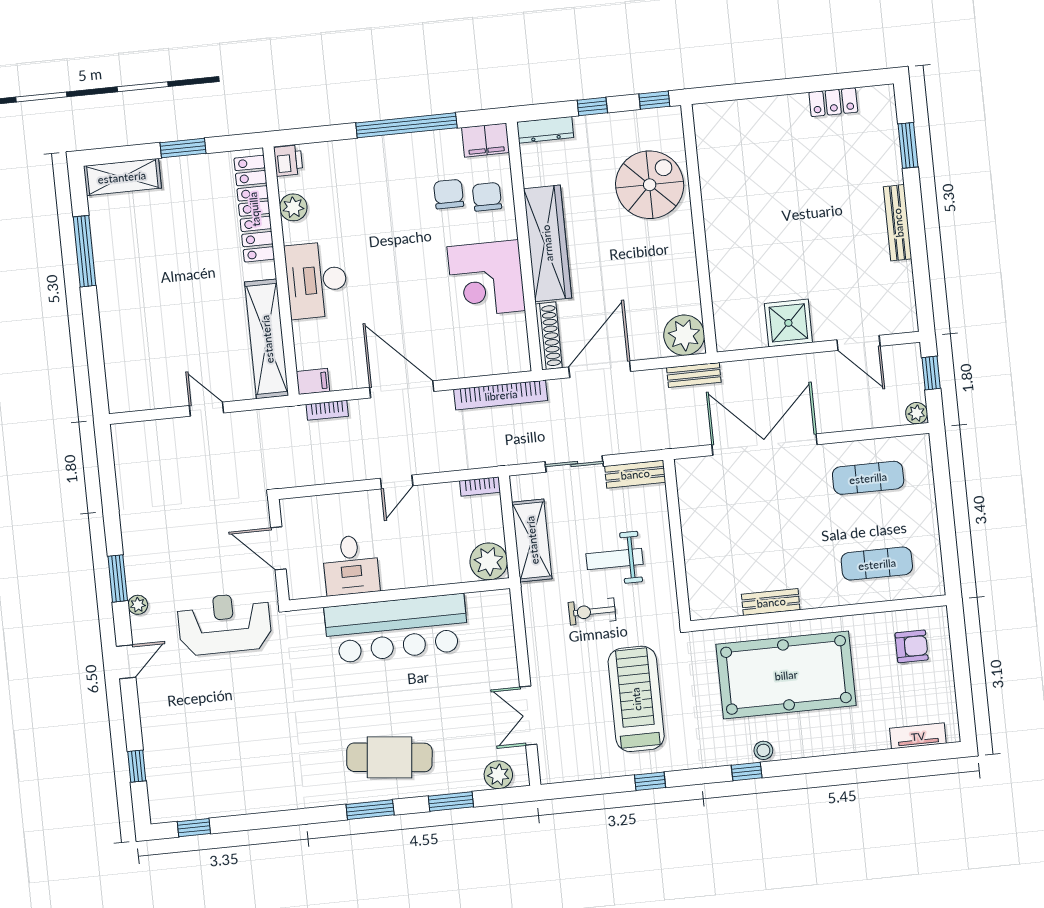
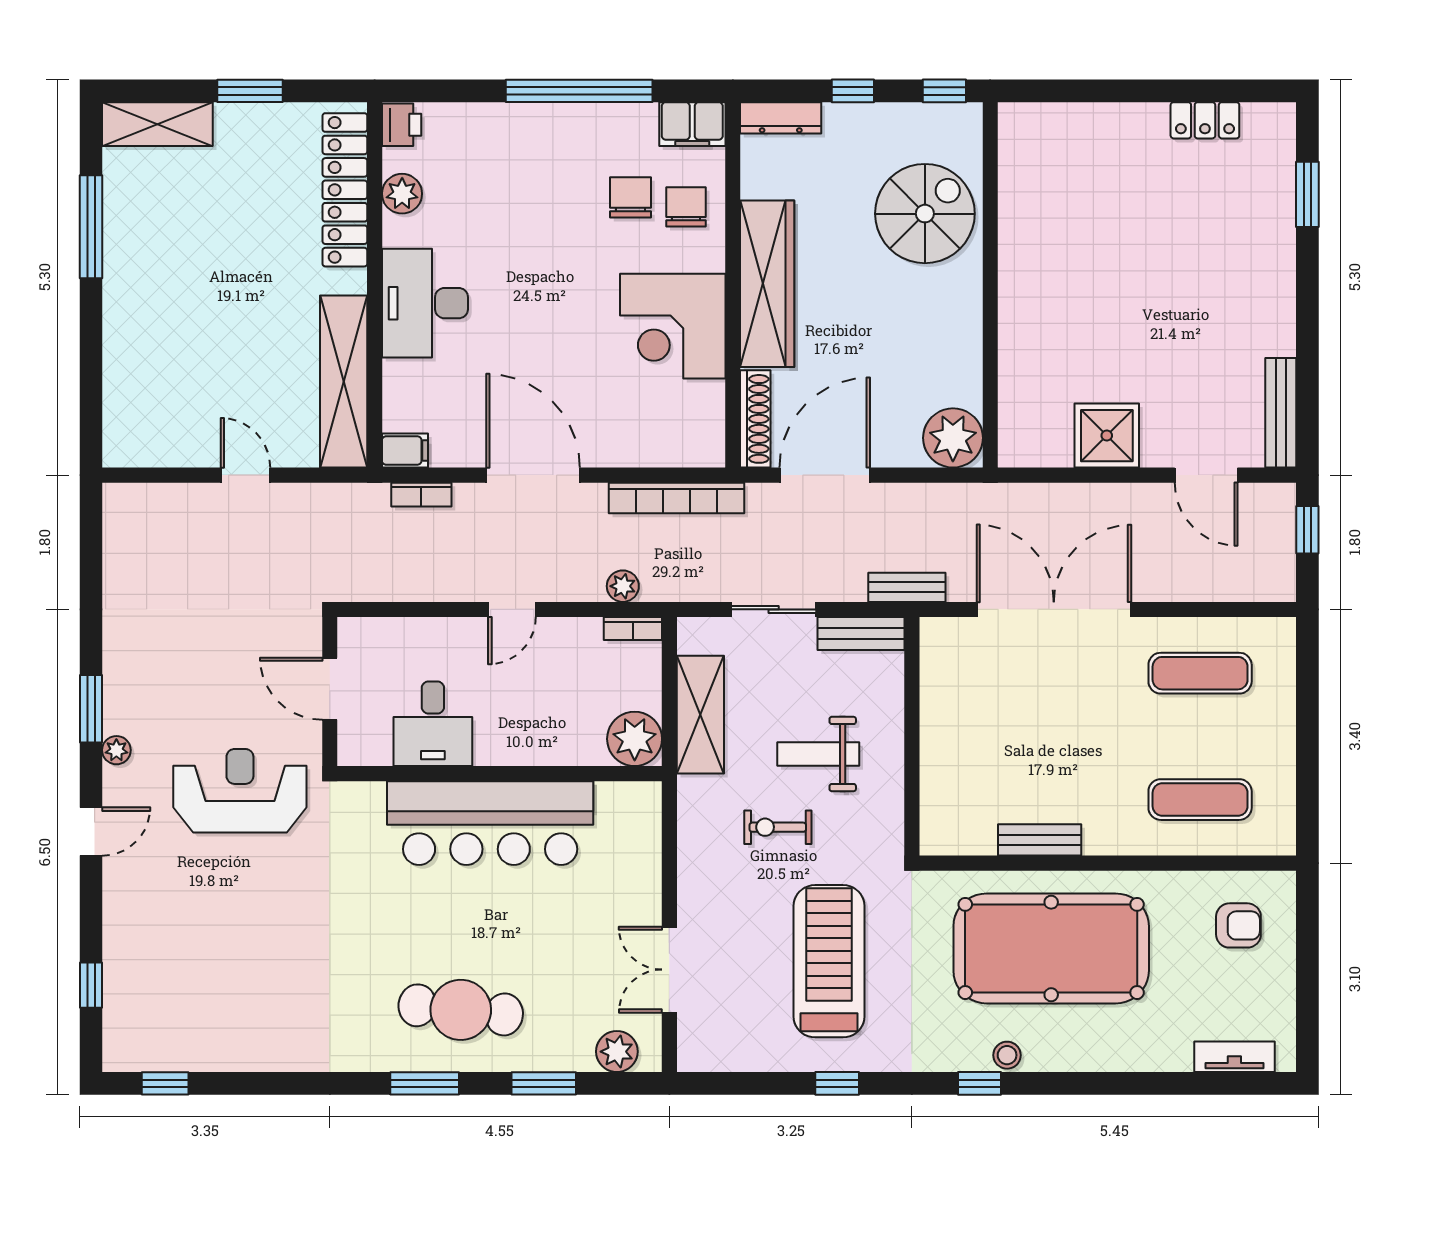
bench: (898, 223) -> (1281, 413), moved
bench: (694, 375) -> (907, 587), moved
plant: (917, 413) -> (623, 586), moved

